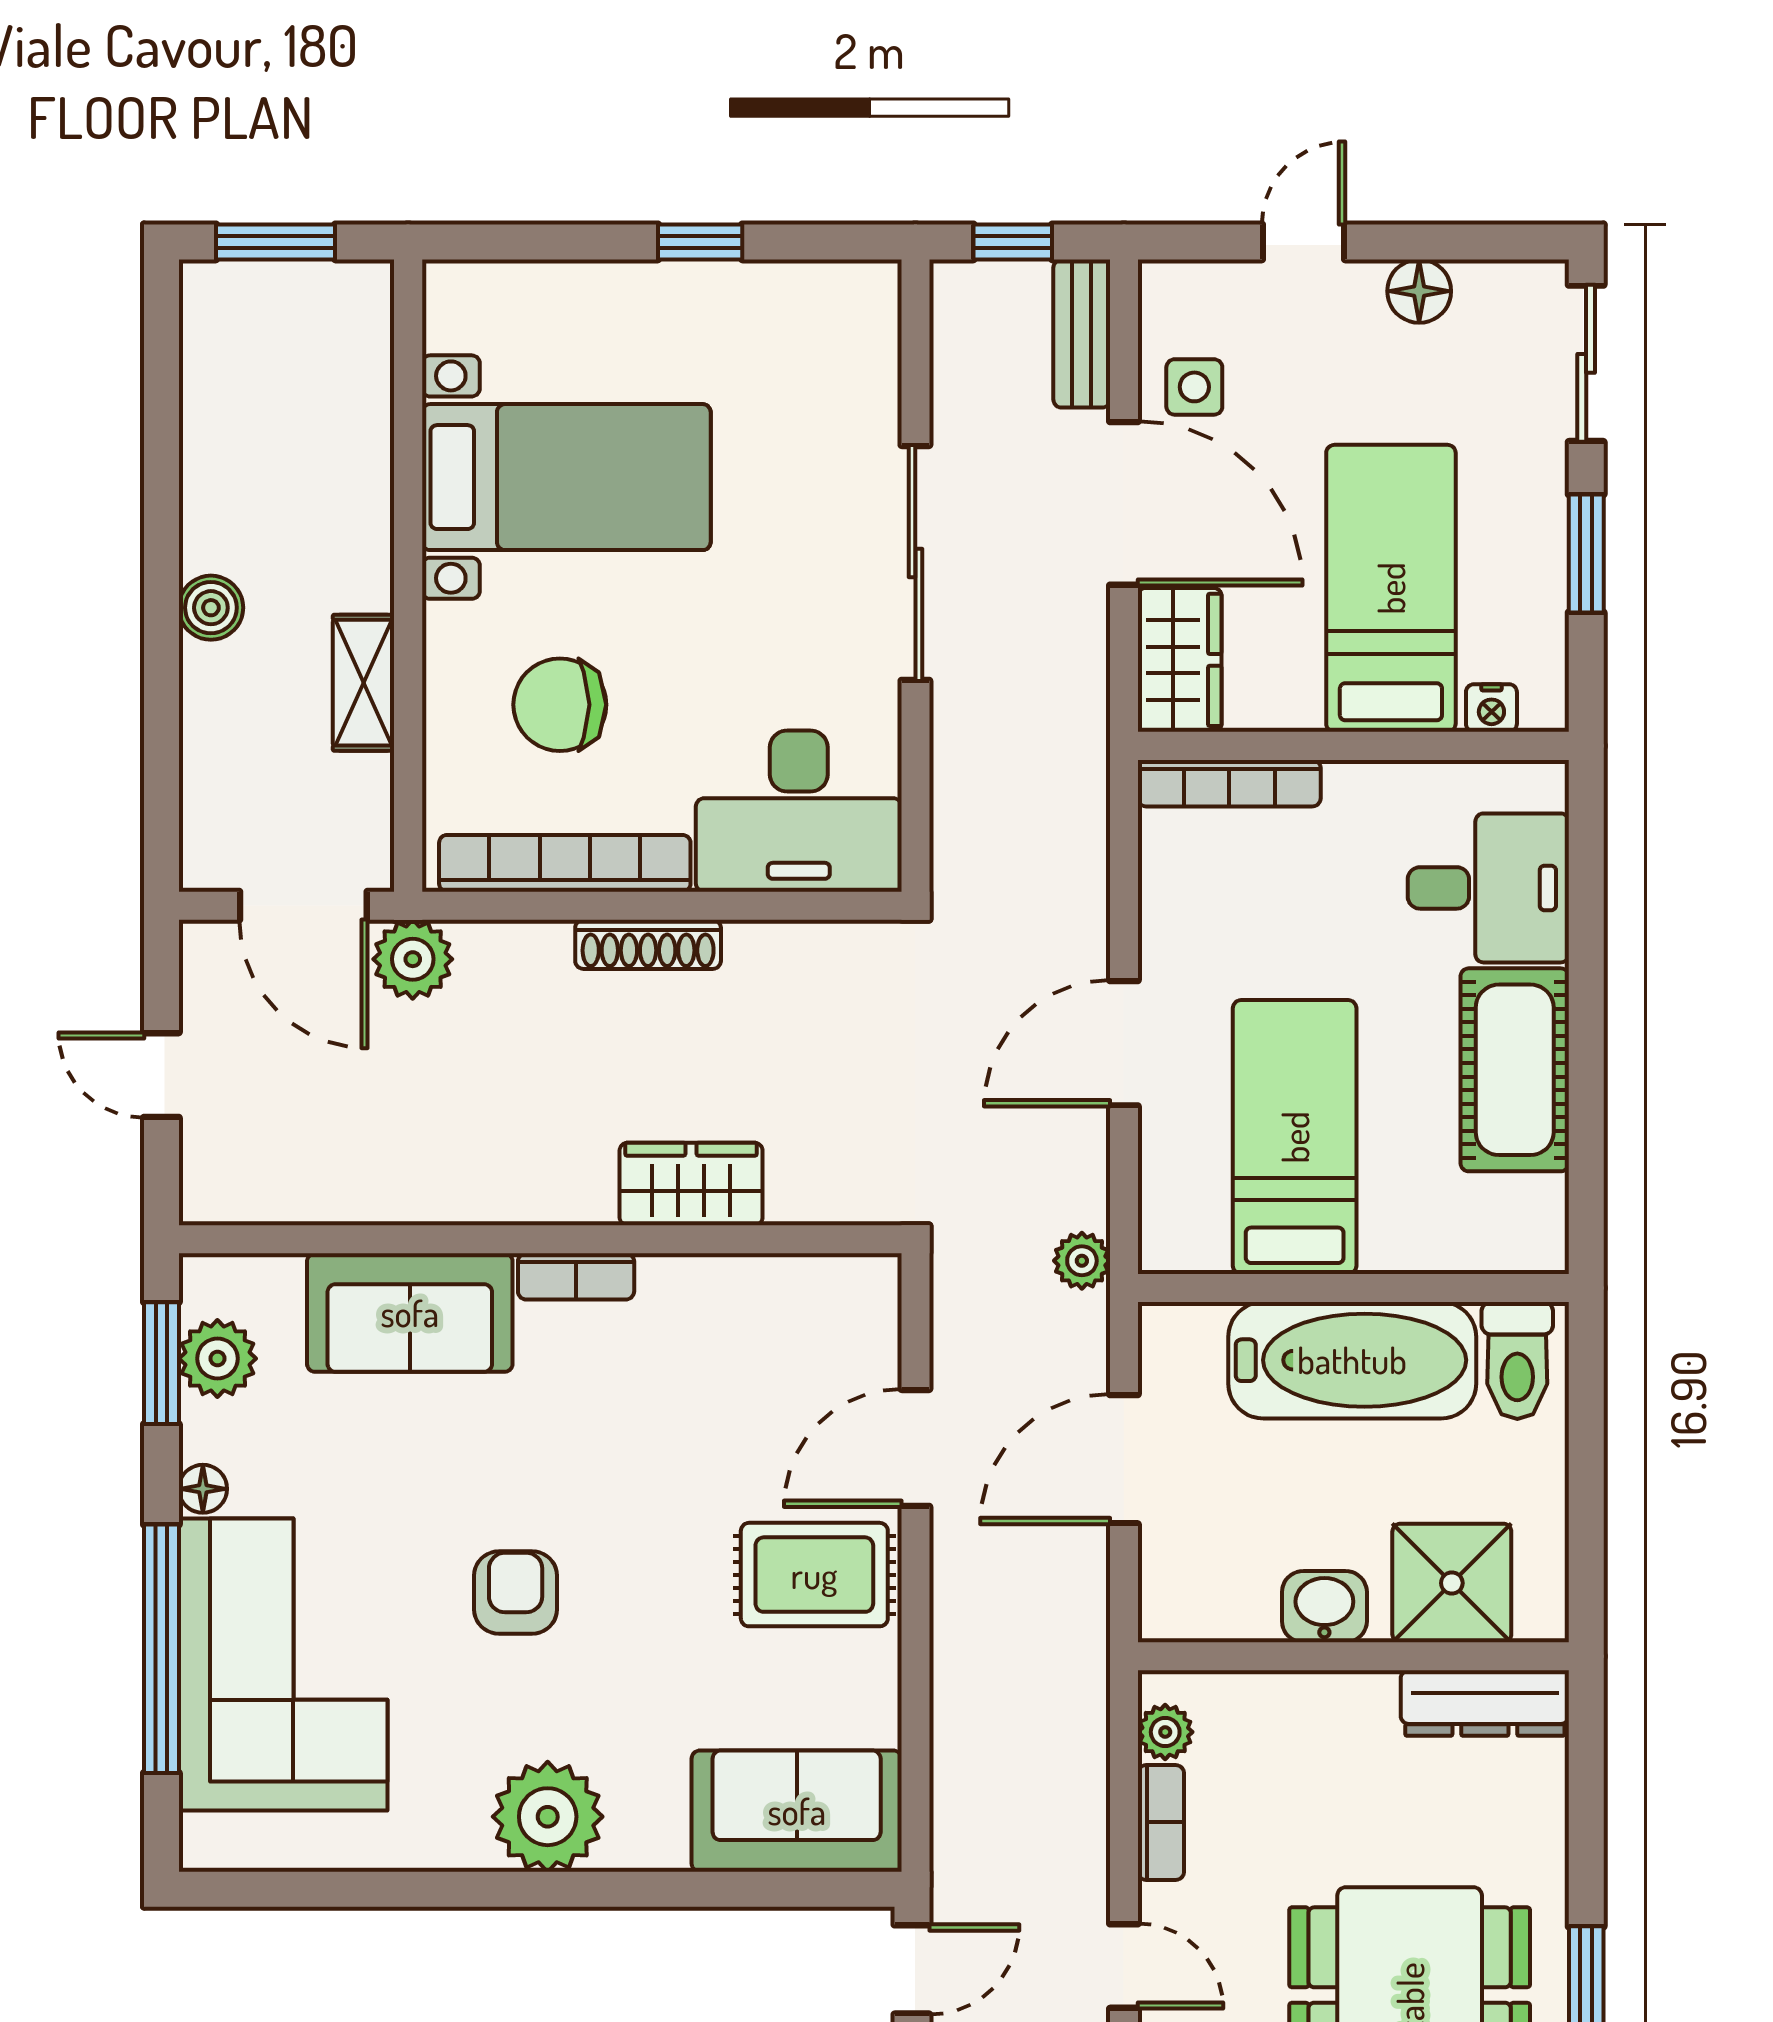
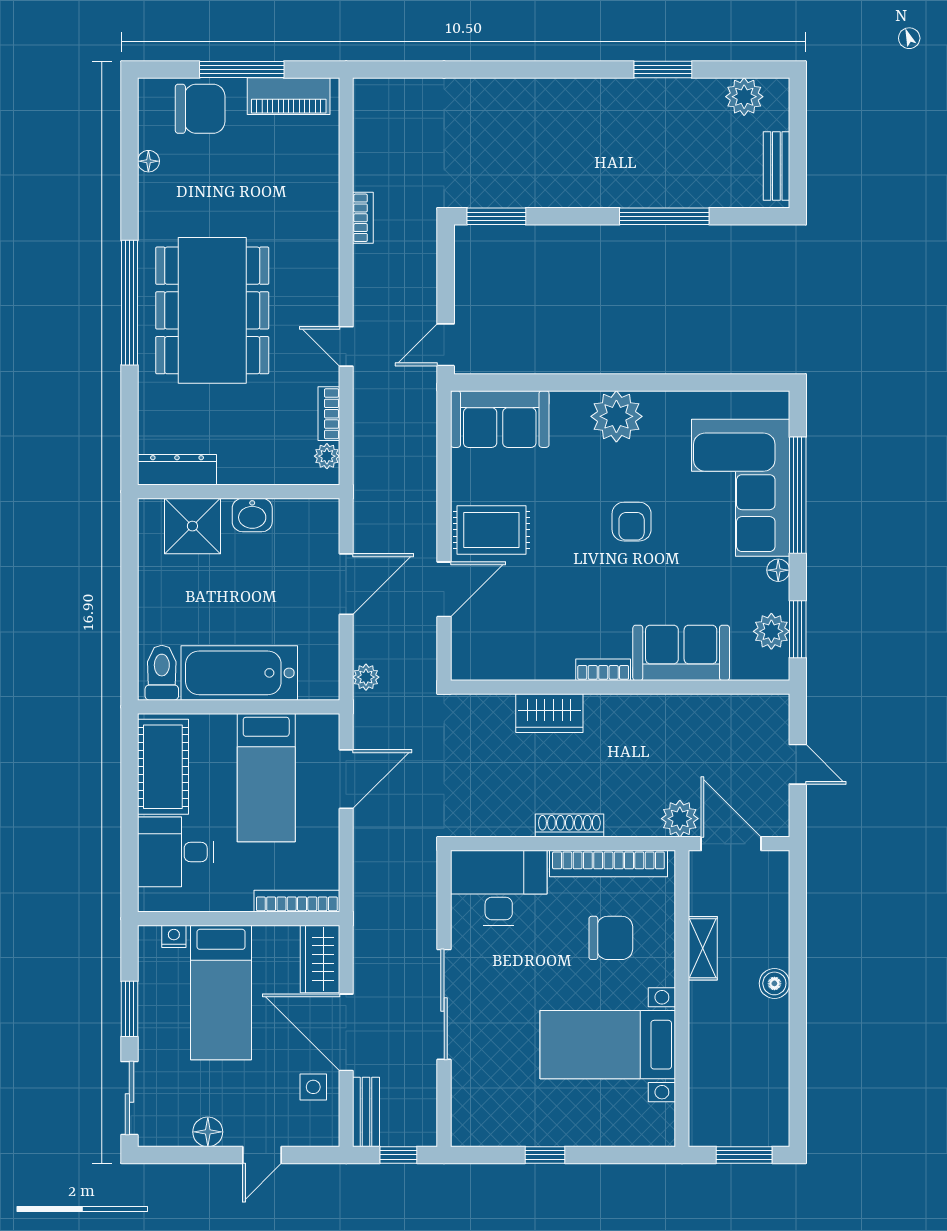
bed: (1295, 1137) -> (266, 778), moved
wall: (1353, 1288) -> (239, 707), moved
bathtub: (1352, 1360) -> (239, 673), moved
toilet: (1517, 1361) -> (162, 673), moved

